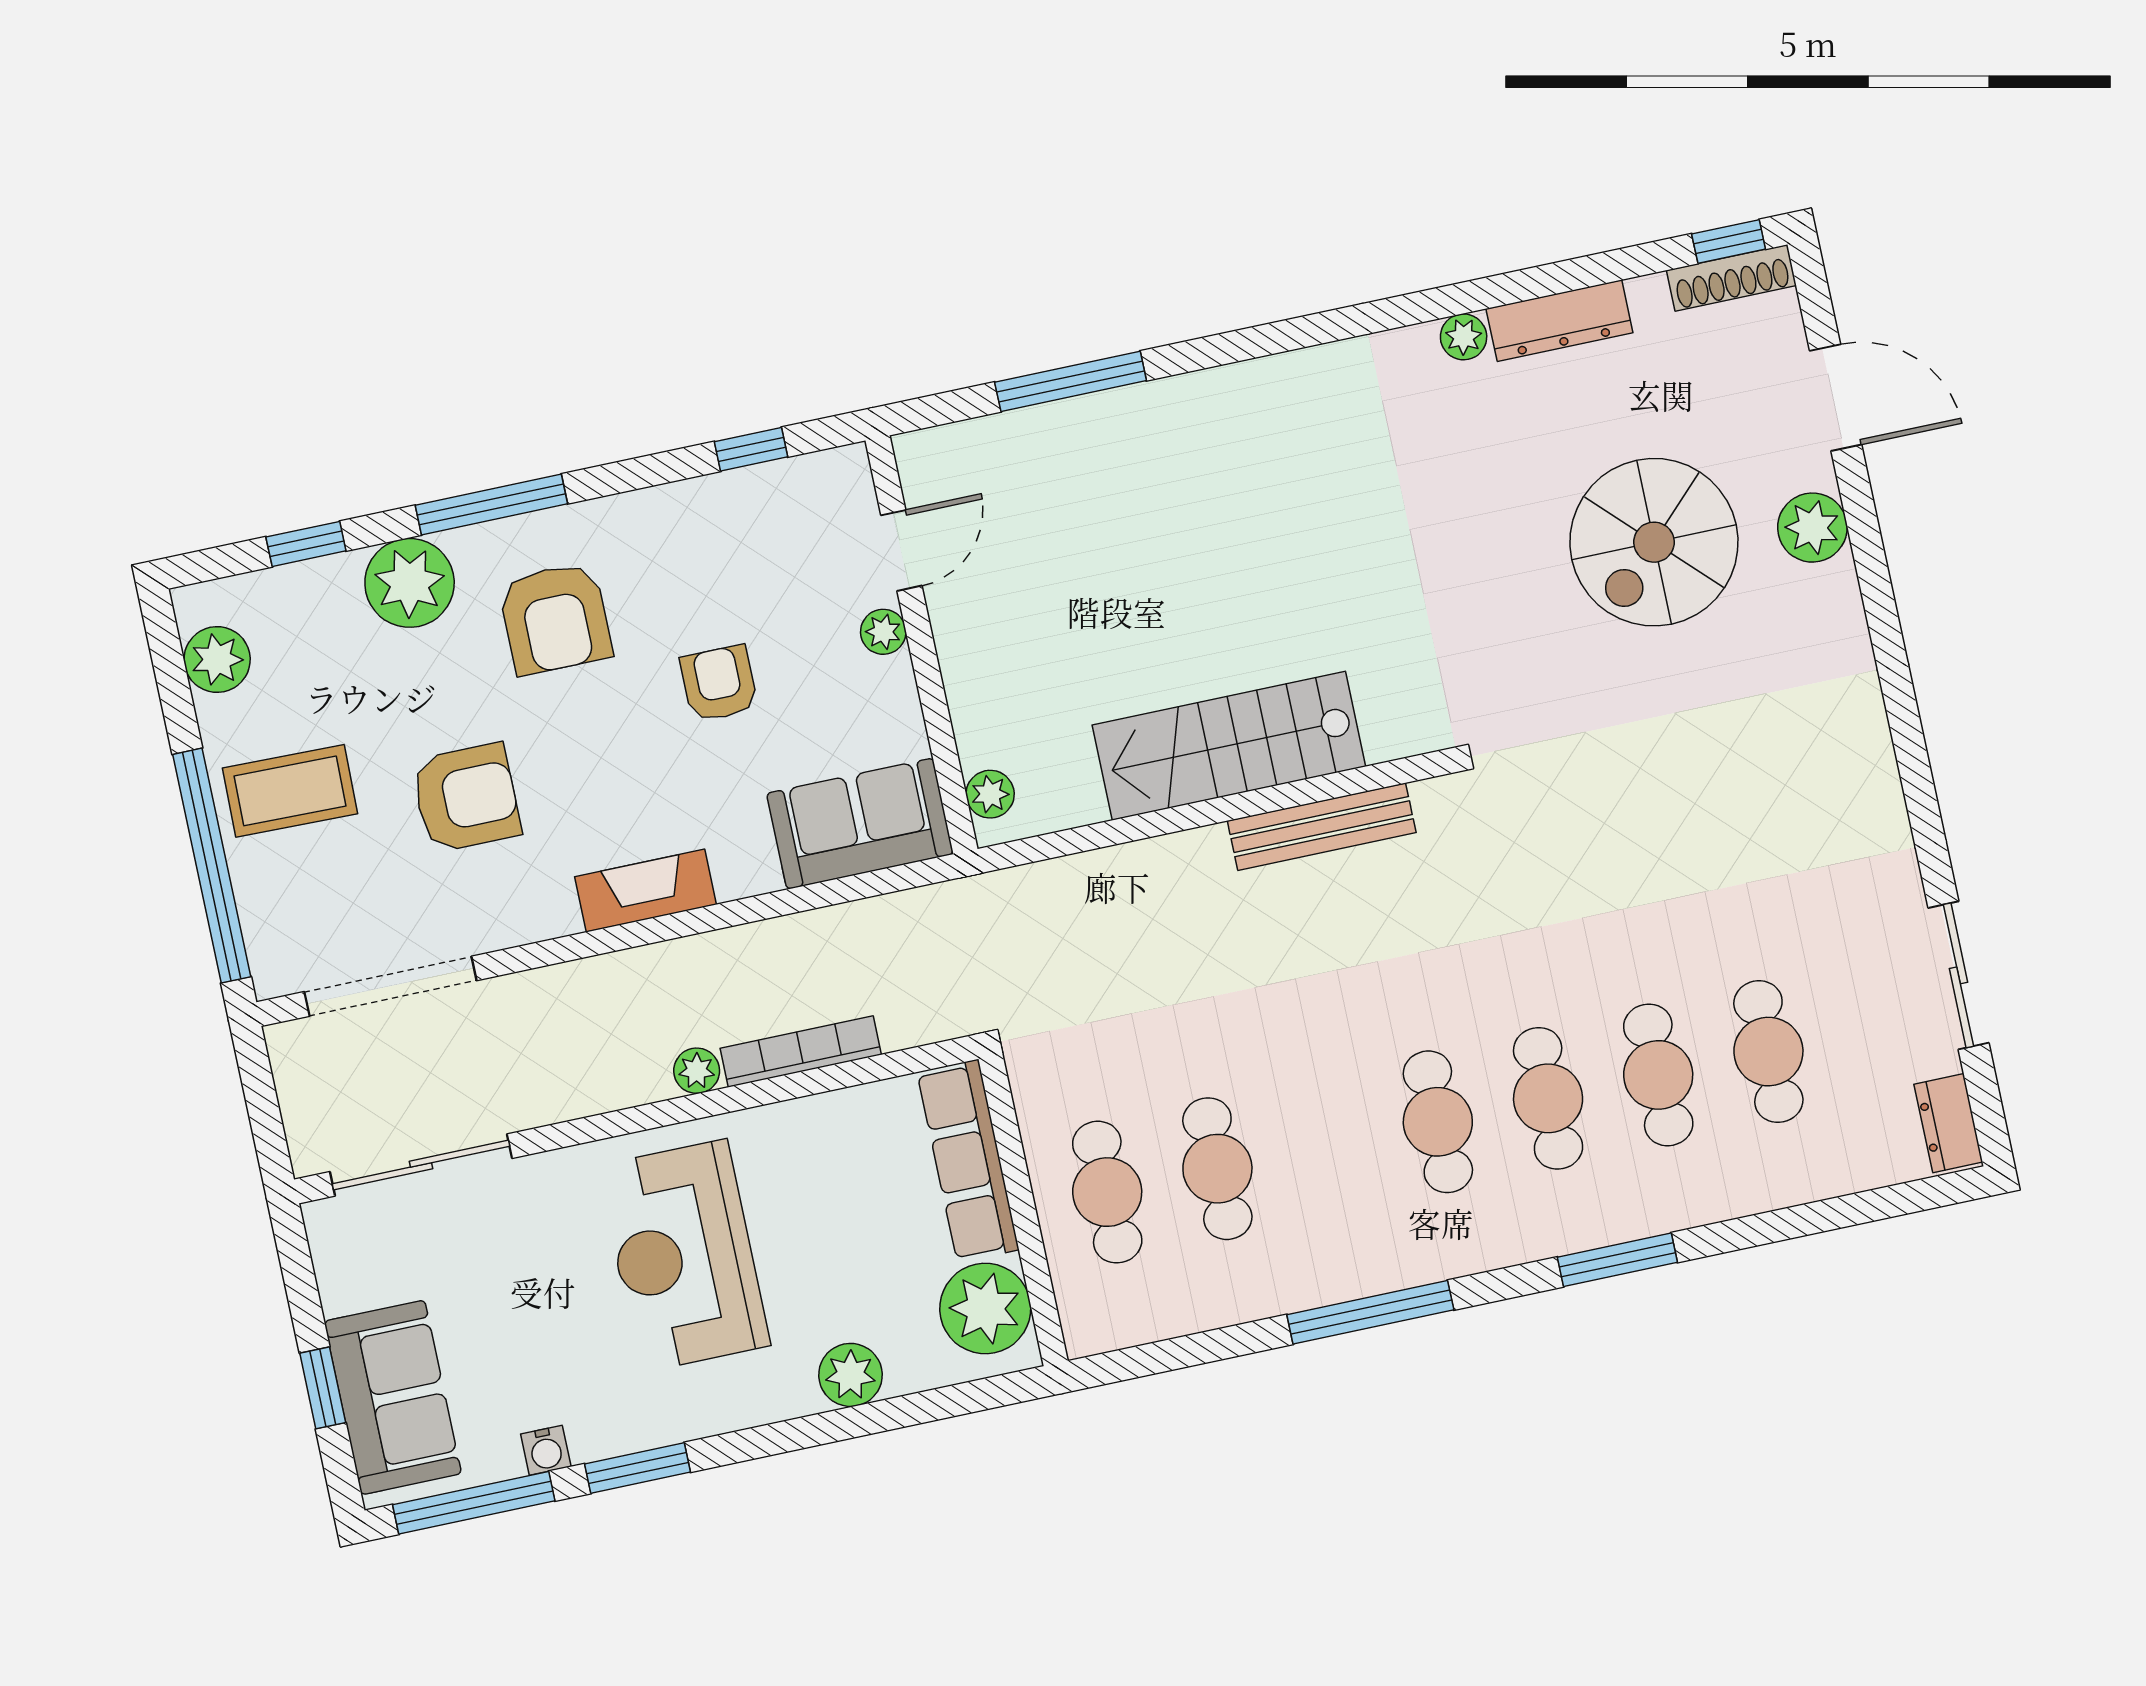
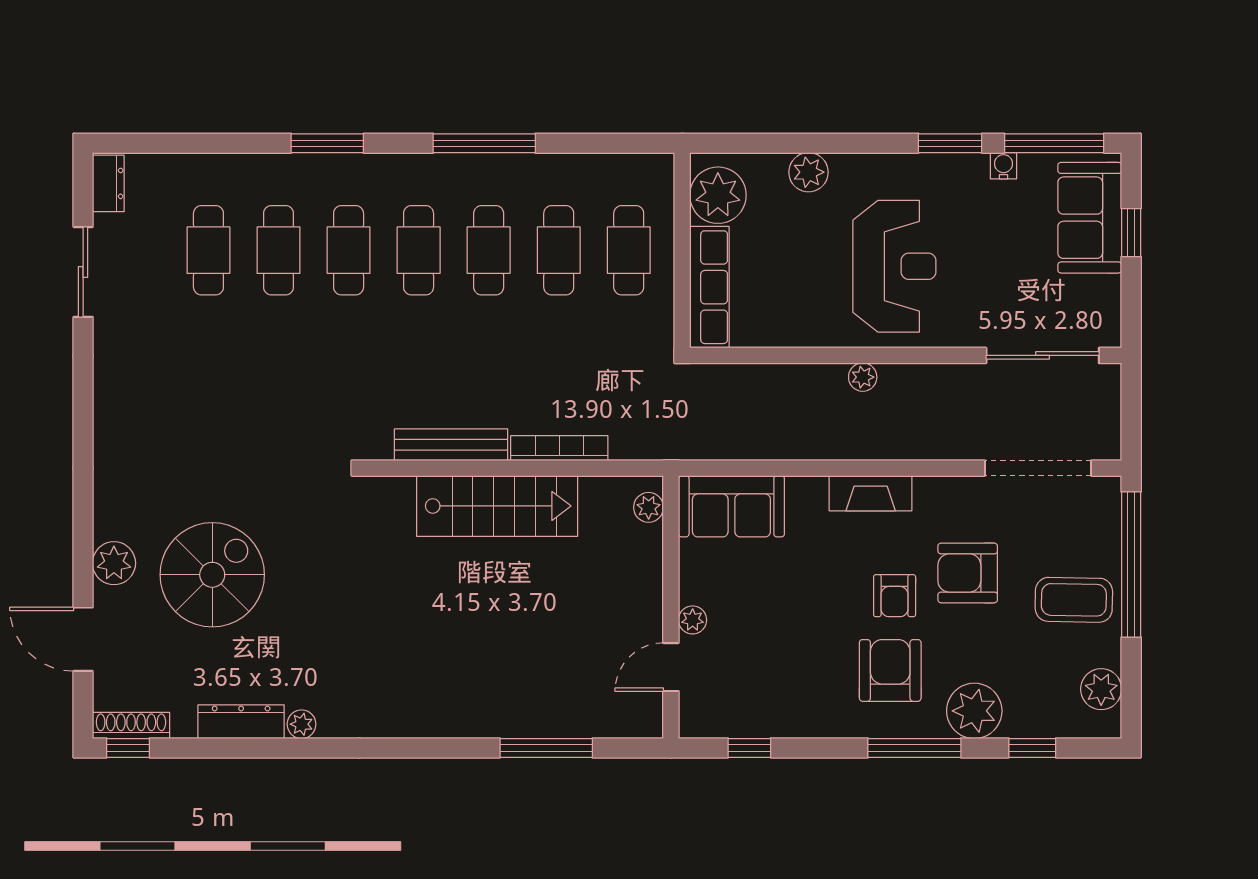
armchair: (719, 683) -> (895, 596), moved
bookcase: (801, 1051) -> (559, 448), moved, turned 180
cafe table: (1328, 1145) -> (489, 250), added

